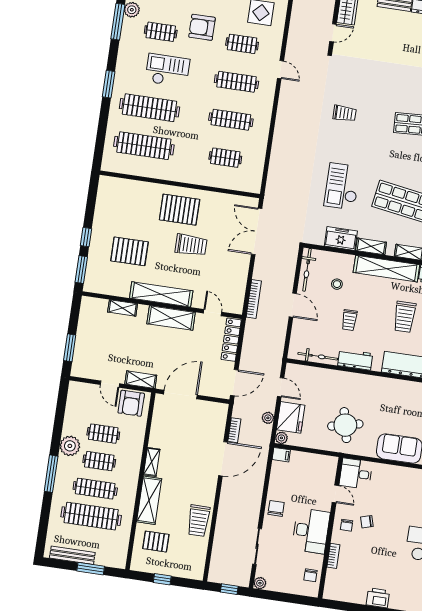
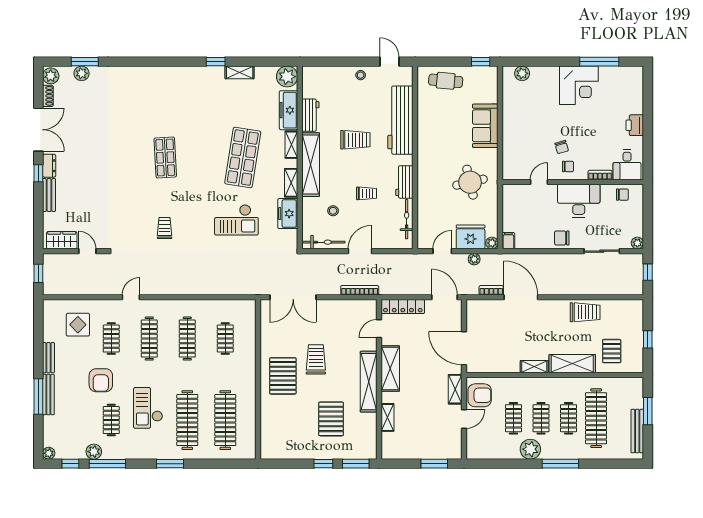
desk: (356, 474) -> (627, 165), moved
clothes rail: (95, 489) -> (569, 418), width x0.73

